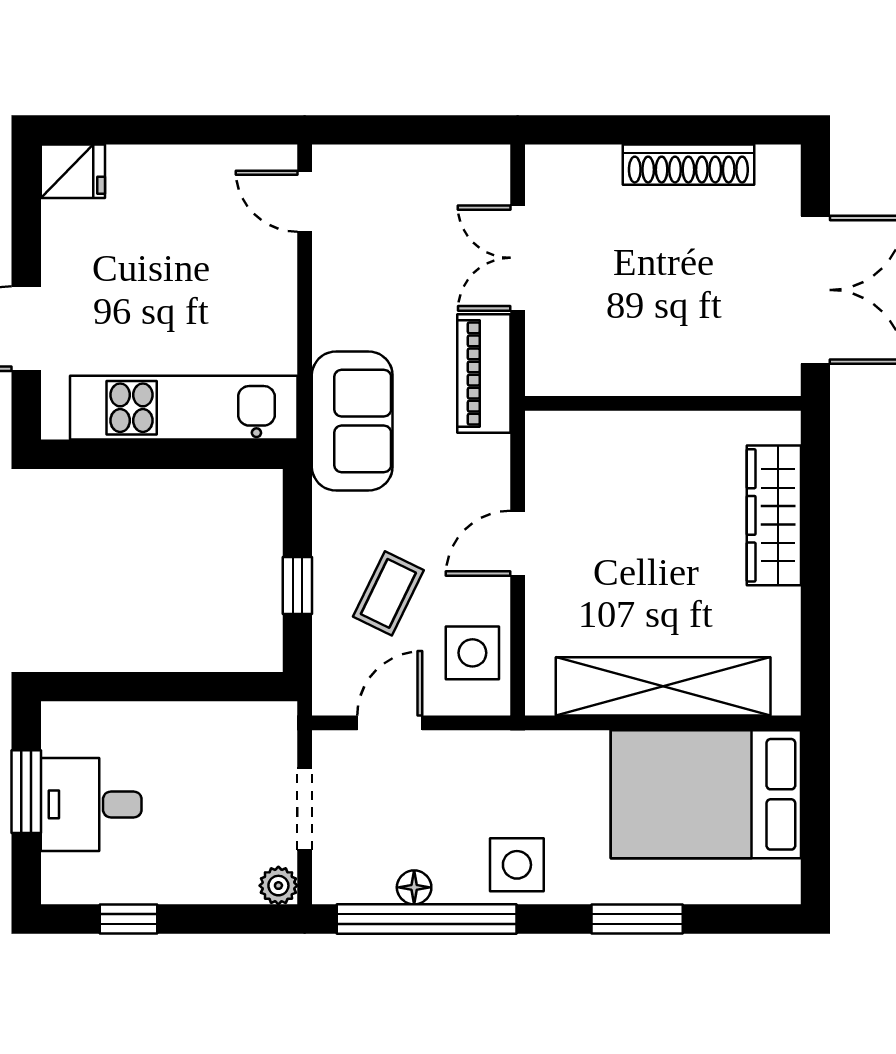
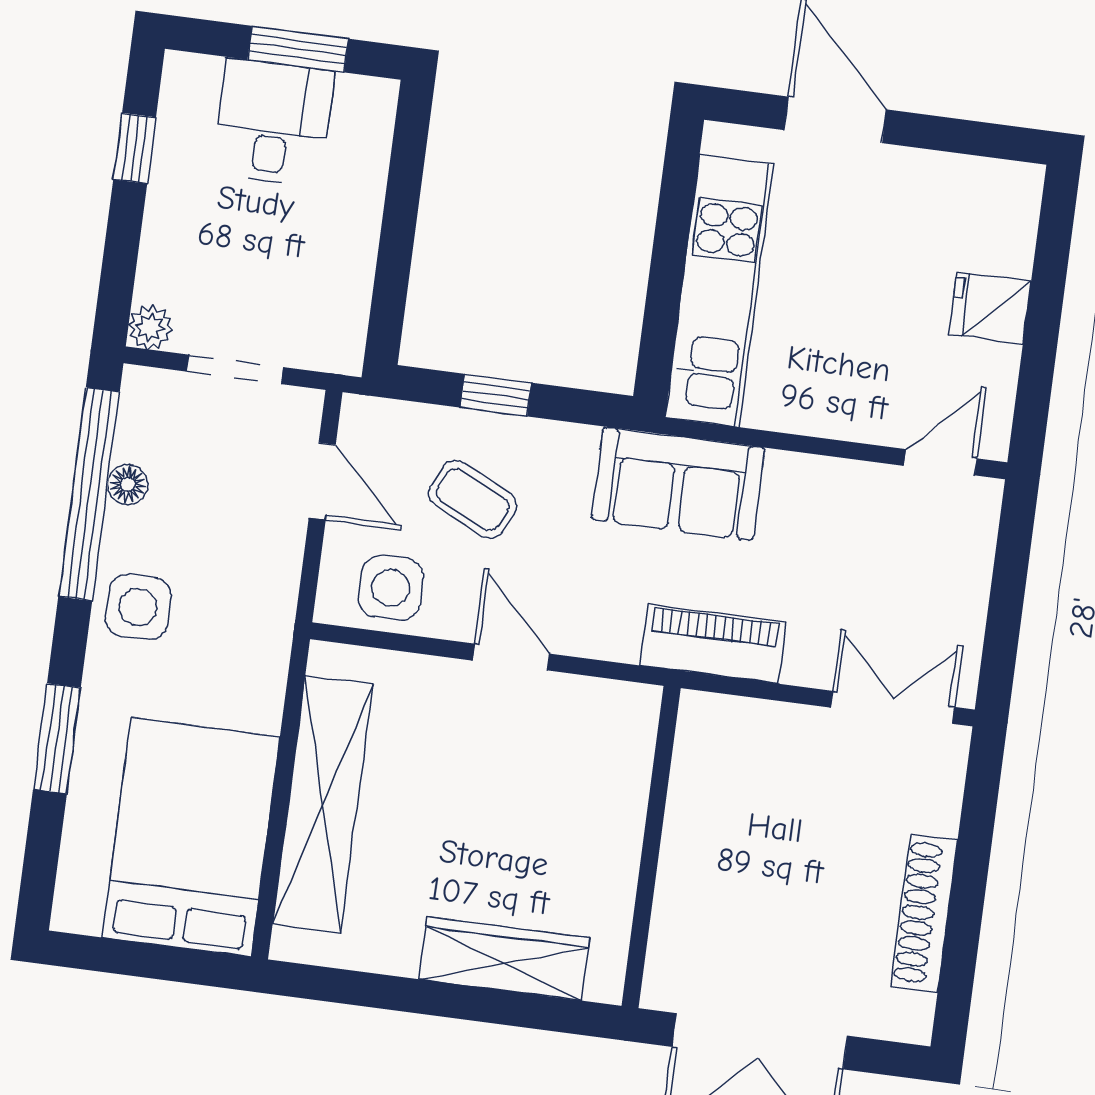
fridge: (73, 171) -> (990, 308), moved, turned 90
double door: (518, 258) -> (893, 707), moved

